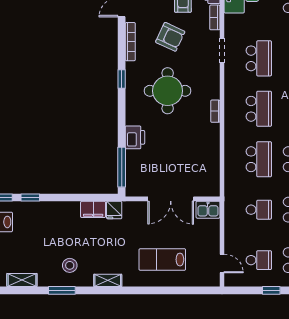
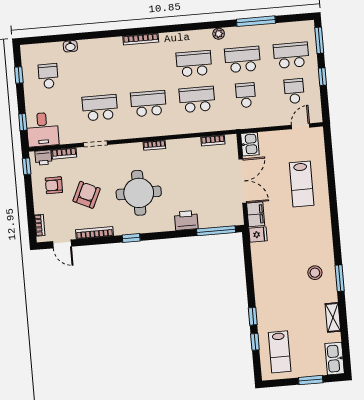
bookcase: (215, 172) -> (213, 141), added
filing cabinet: (93, 209) -> (256, 214), moved
shelving: (108, 280) -> (326, 235), removed

